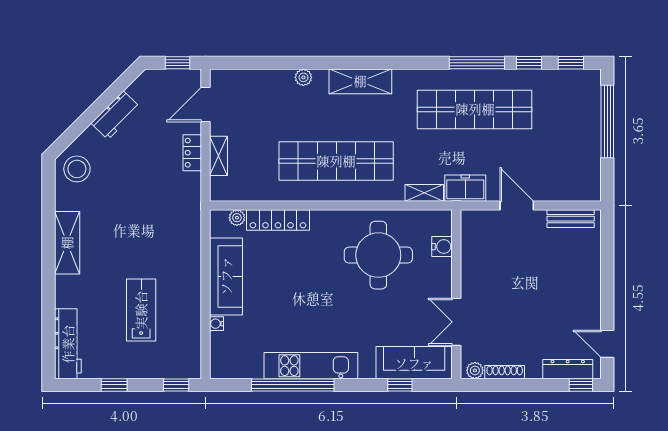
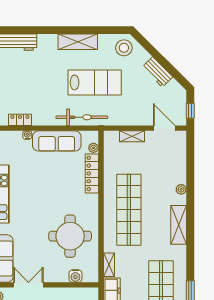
locker: (192, 153) -> (20, 120), moved
bicycle: (188, 236) -> (82, 117), added
lab bench: (141, 310) -> (95, 82), moved, width x1.36, depth x1.39

